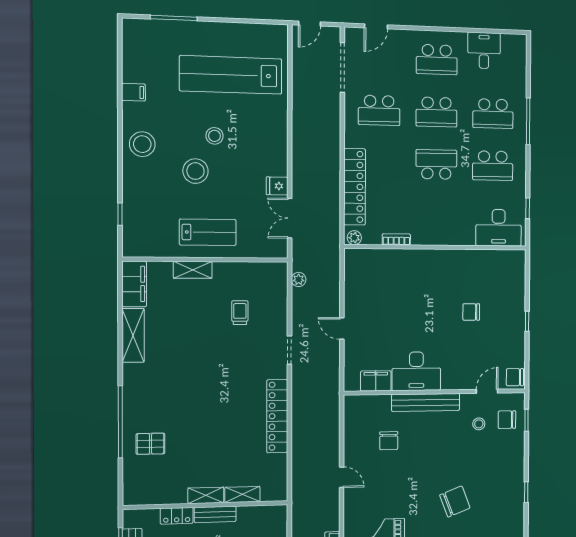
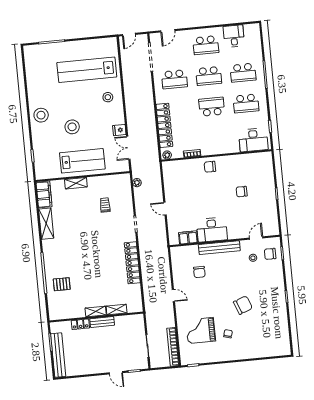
filing cabinet: (133, 92) -> (33, 87), removed
stool: (214, 136) -> (108, 97), moved
lab bench: (208, 232) -> (82, 161), width x1.36, depth x1.39
chair: (515, 377) -> (210, 167), moved

